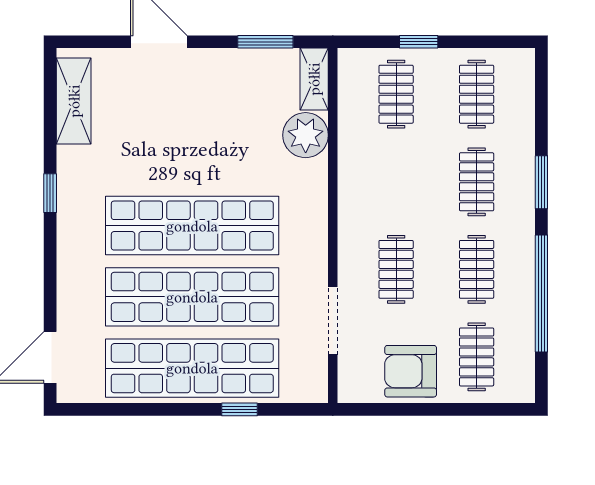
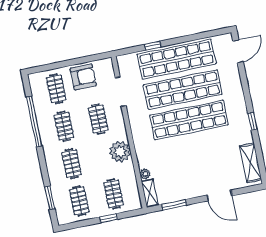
plant: (306, 135) -> (145, 174), width x0.53, depth x0.53
window: (541, 182) -> (50, 198), moved
plant: (362, 186) -> (120, 152), added

